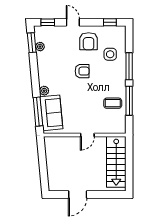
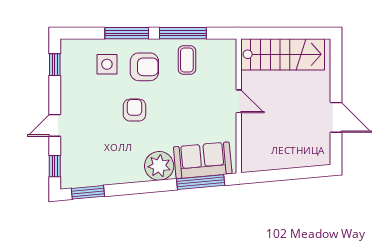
armchair: (89, 41) -> (144, 67), moved
plant: (40, 47) -> (94, 179), removed
plant: (44, 91) -> (159, 166), width x1.88, depth x1.88

